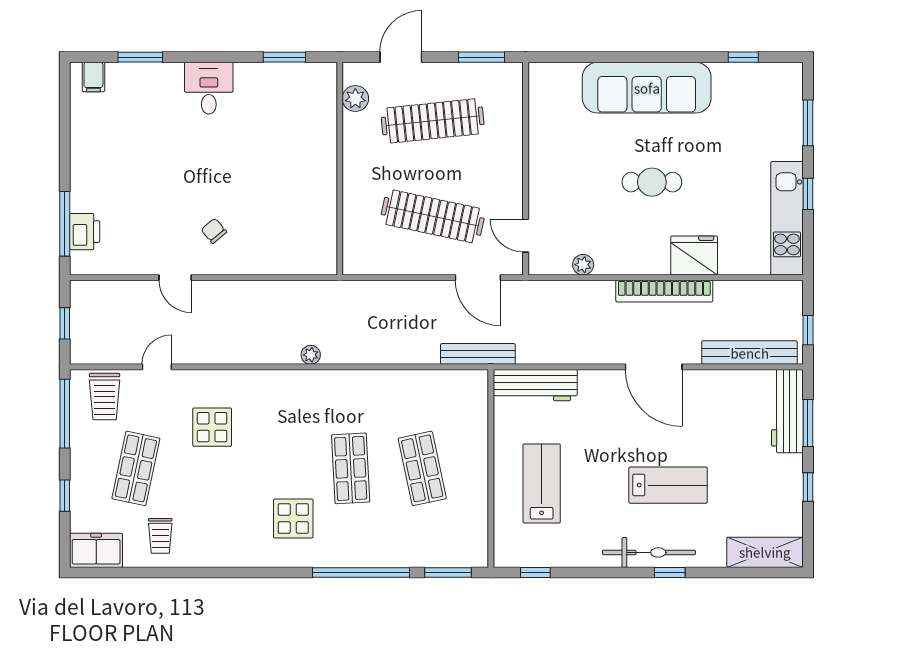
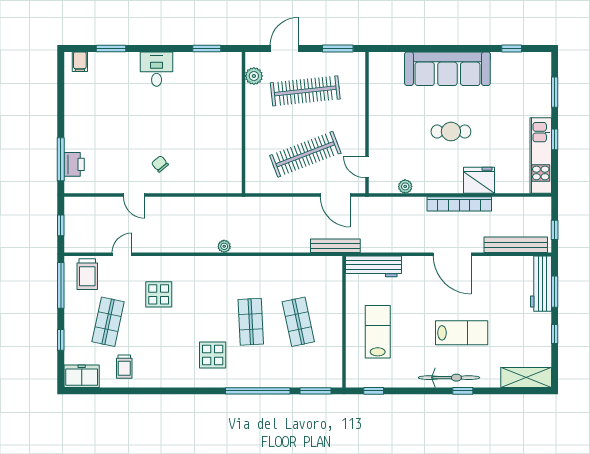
clothes rail: (433, 216) -> (305, 154), turned -33

